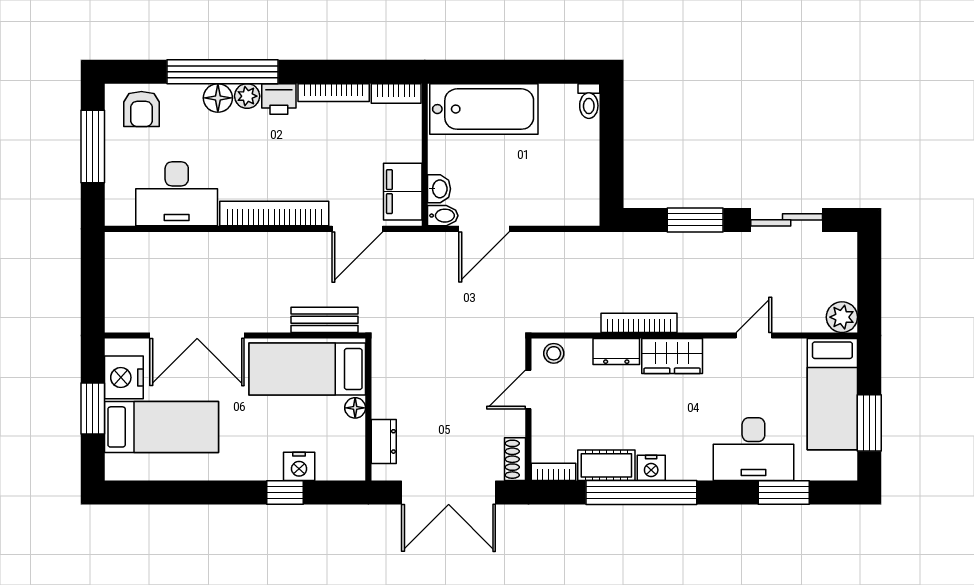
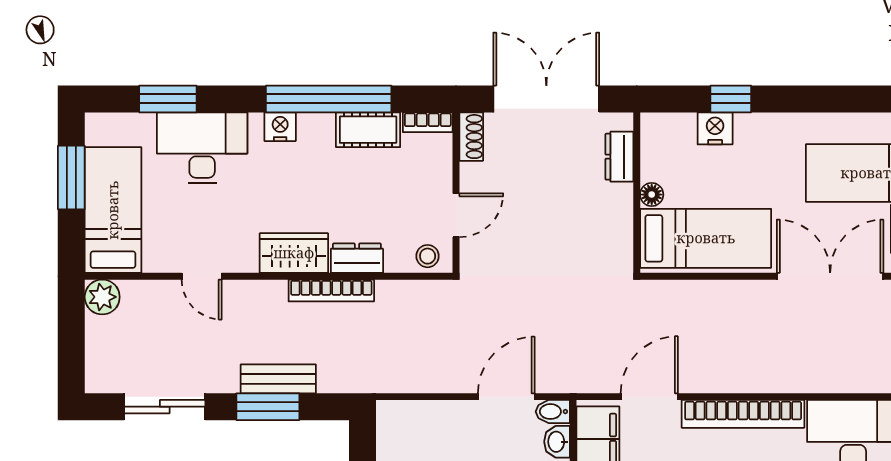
bench: (324, 320) -> (278, 379), moved
door: (754, 336) -> (202, 276), hinge flipped
nightstand: (651, 468) -> (280, 127), moved

